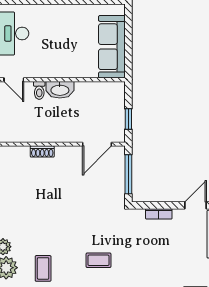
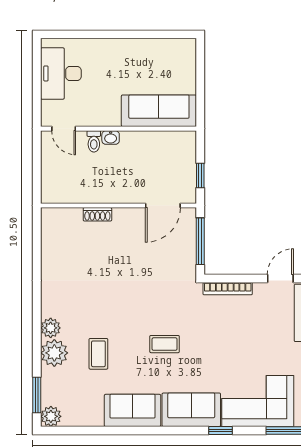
sofa: (112, 47) -> (159, 111), moved, turned 90
washbasin: (60, 90) -> (111, 138), width x0.52, depth x0.69
bookcase: (159, 214) -> (228, 289), width x1.56

